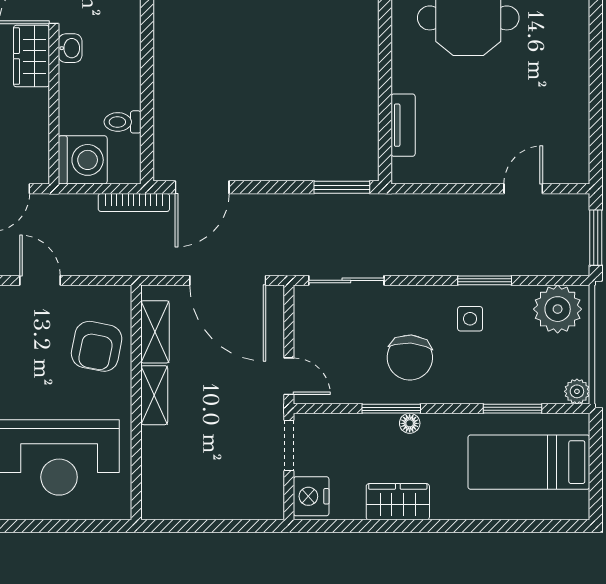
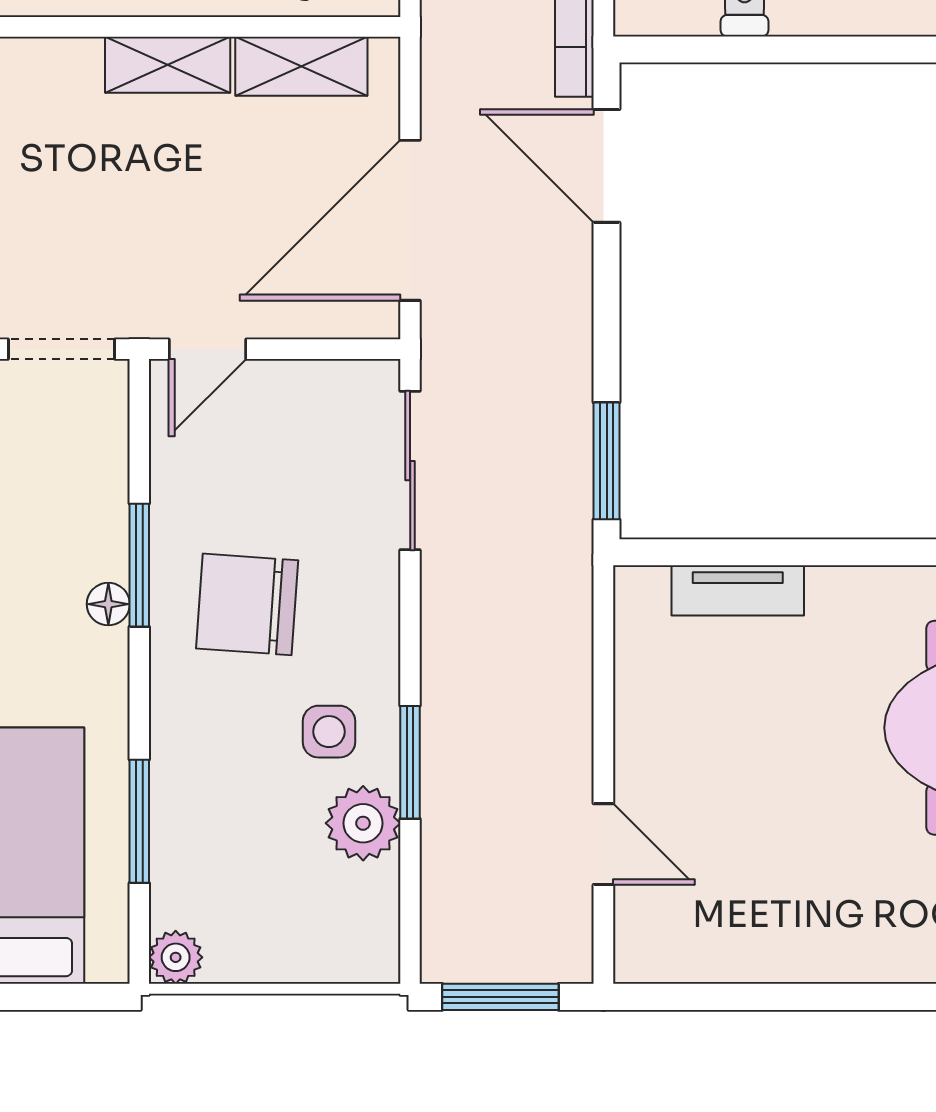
plant: (558, 309) -> (363, 823), moved, width x0.73, depth x0.73

